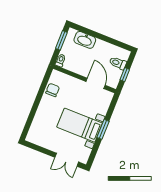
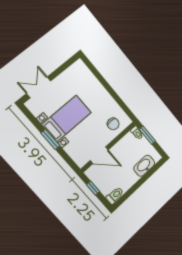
window: (61, 40) -> (147, 135), moved
toilet: (118, 63) -> (115, 195), moved
chair: (53, 90) -> (113, 124), moved

